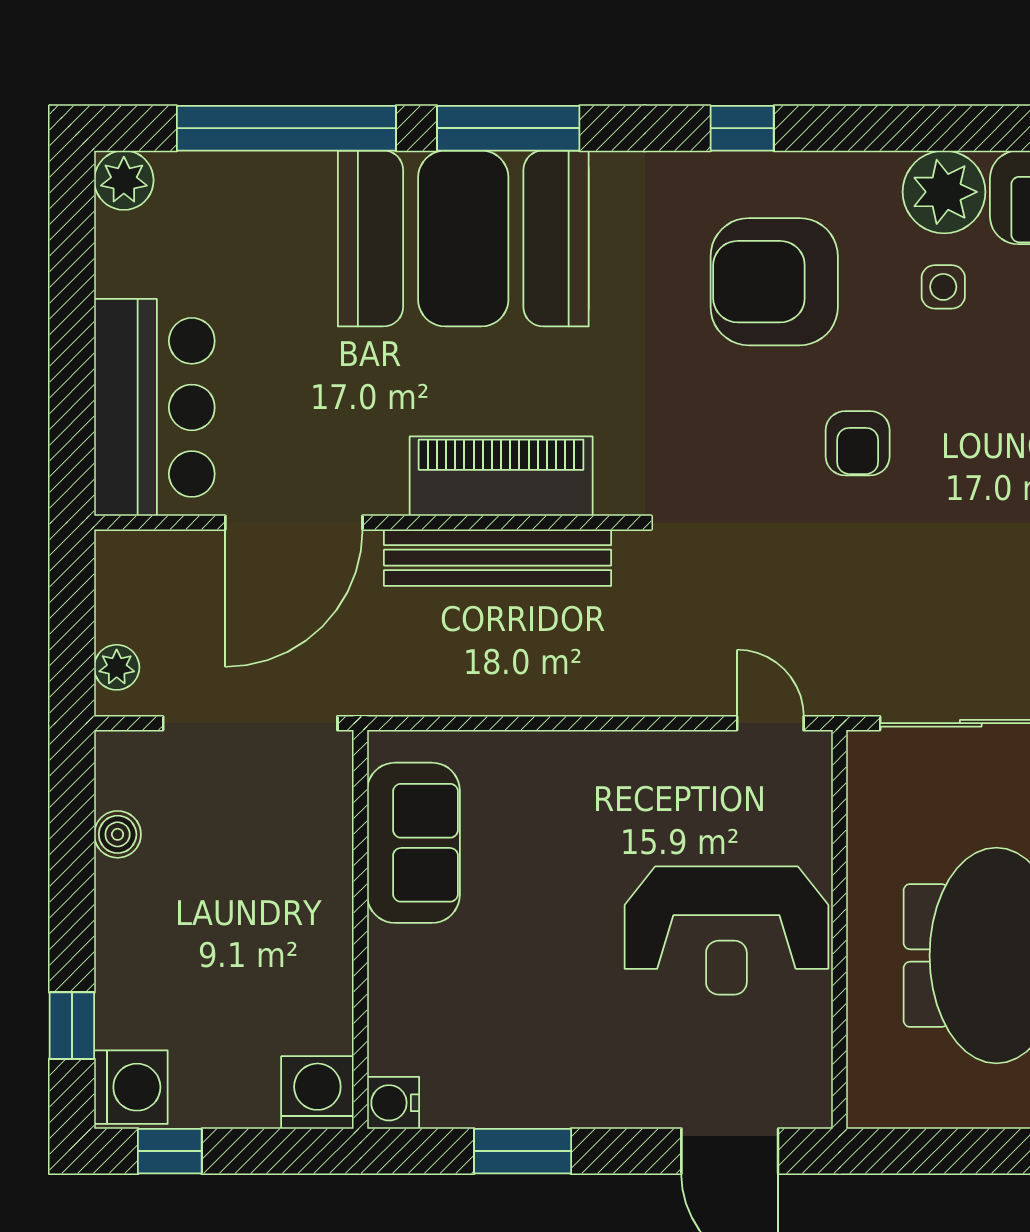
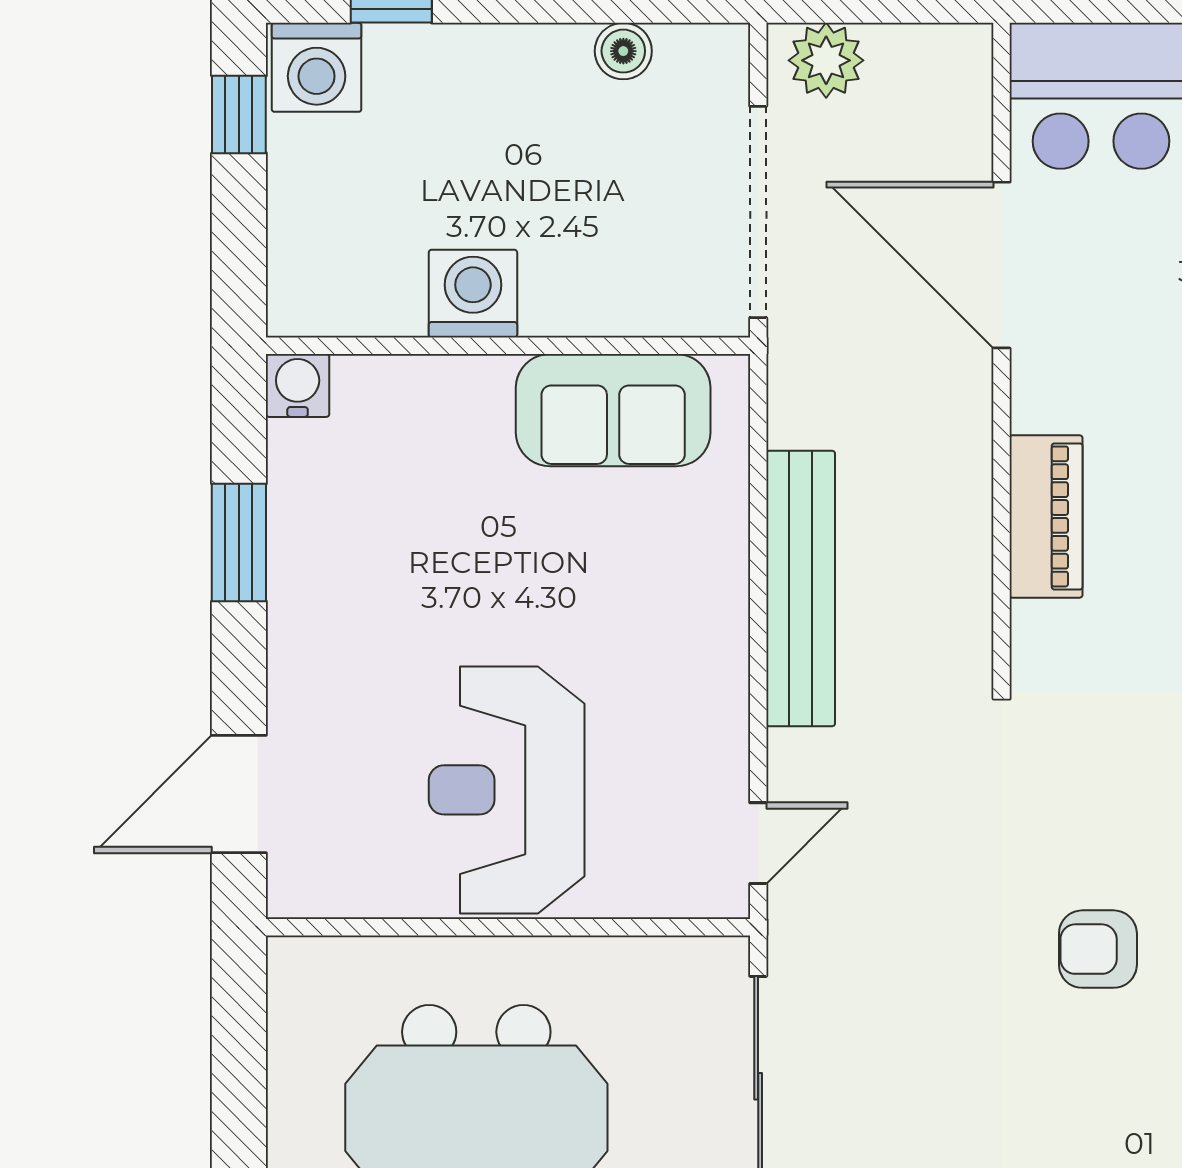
piano: (501, 476) -> (1046, 516), width x0.73, depth x0.75
bench: (498, 558) -> (801, 588), moved
plant: (117, 667) -> (826, 60), width x1.38, depth x1.38
washing machine: (317, 1093) -> (473, 294), moved, turned -90

